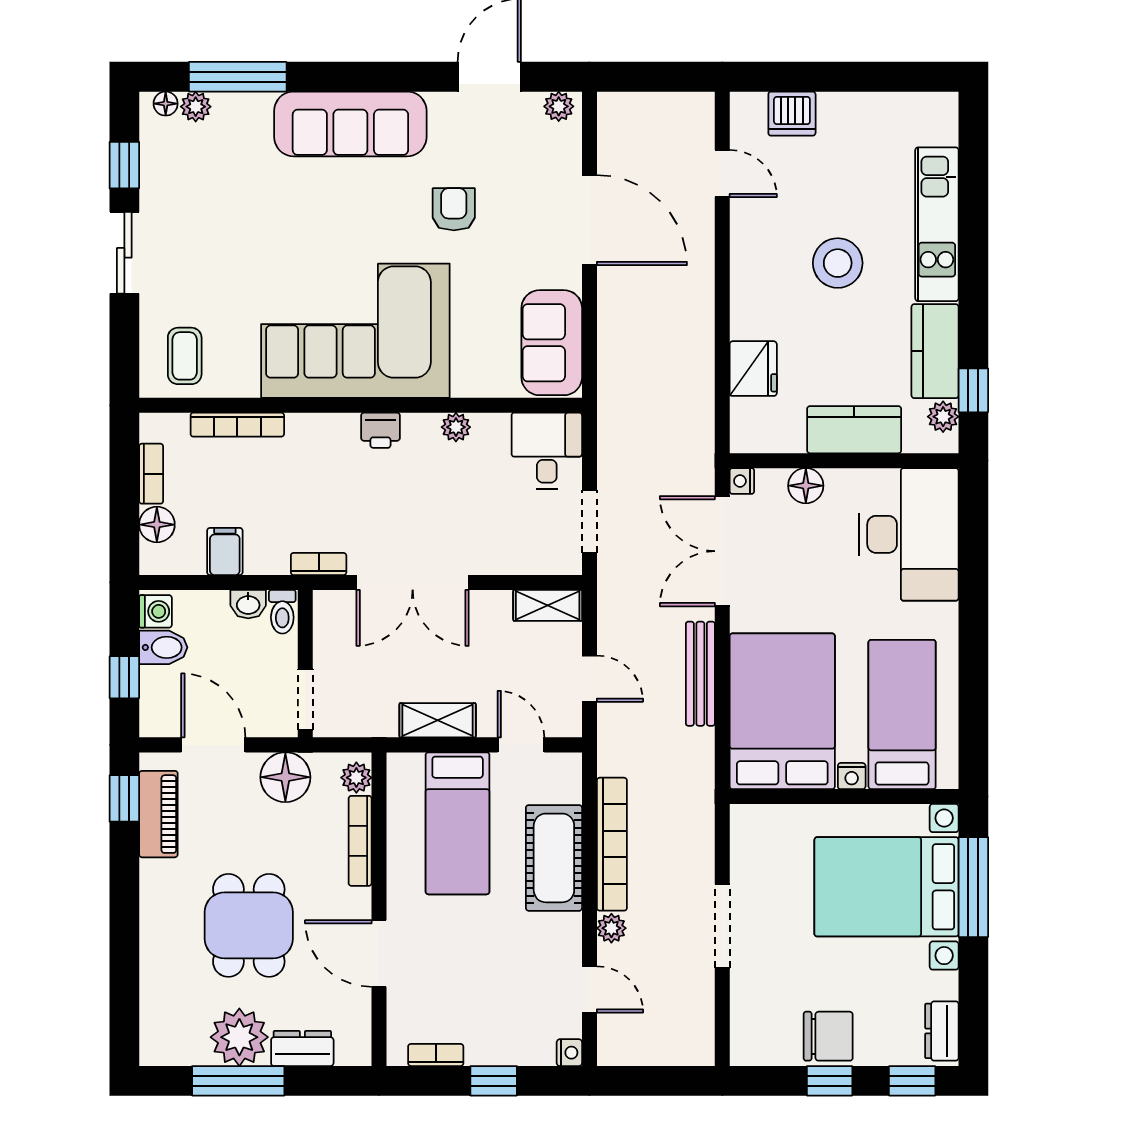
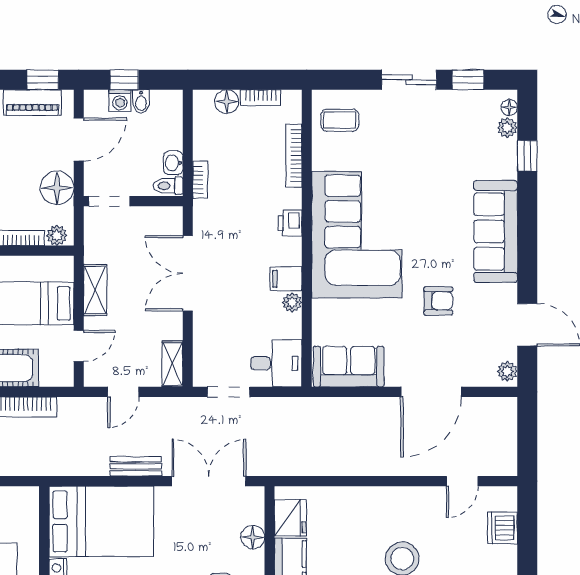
window: (238, 77) -> (527, 156), width x0.46
fridge: (753, 369) -> (290, 518), moved, turned -90
printer: (380, 430) -> (290, 223), moved
nightstand: (742, 481) -> (256, 494), removed
filing cabinet: (225, 551) -> (286, 279), moved, turned 180
bookcase: (319, 564) -> (200, 180), moved
washing machine: (155, 611) -> (120, 101), moved
bidet: (163, 647) -> (141, 102), width x0.72, depth x0.74
bench: (700, 674) -> (136, 466), width x0.73

